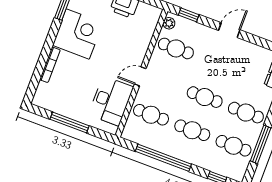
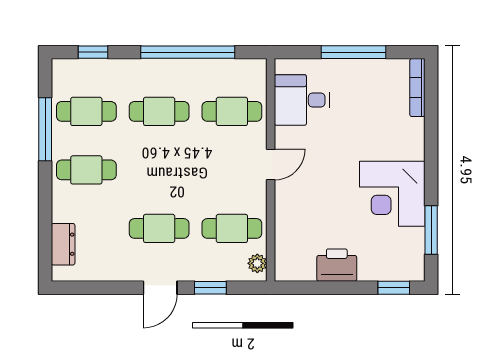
window: (189, 15) -> (210, 288), moved
bookcase: (50, 65) -> (417, 88), moved
cafe table: (205, 97) -> (159, 228), moved
desk: (111, 101) -> (302, 100), width x0.73

